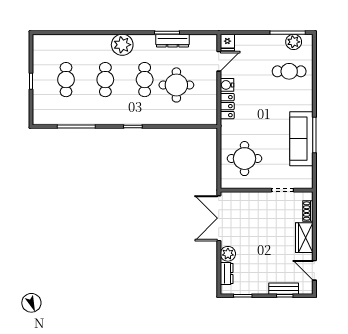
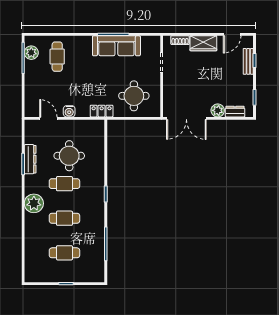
fridge: (227, 42) -> (32, 111), removed
locker: (227, 106) -> (102, 111), moved

